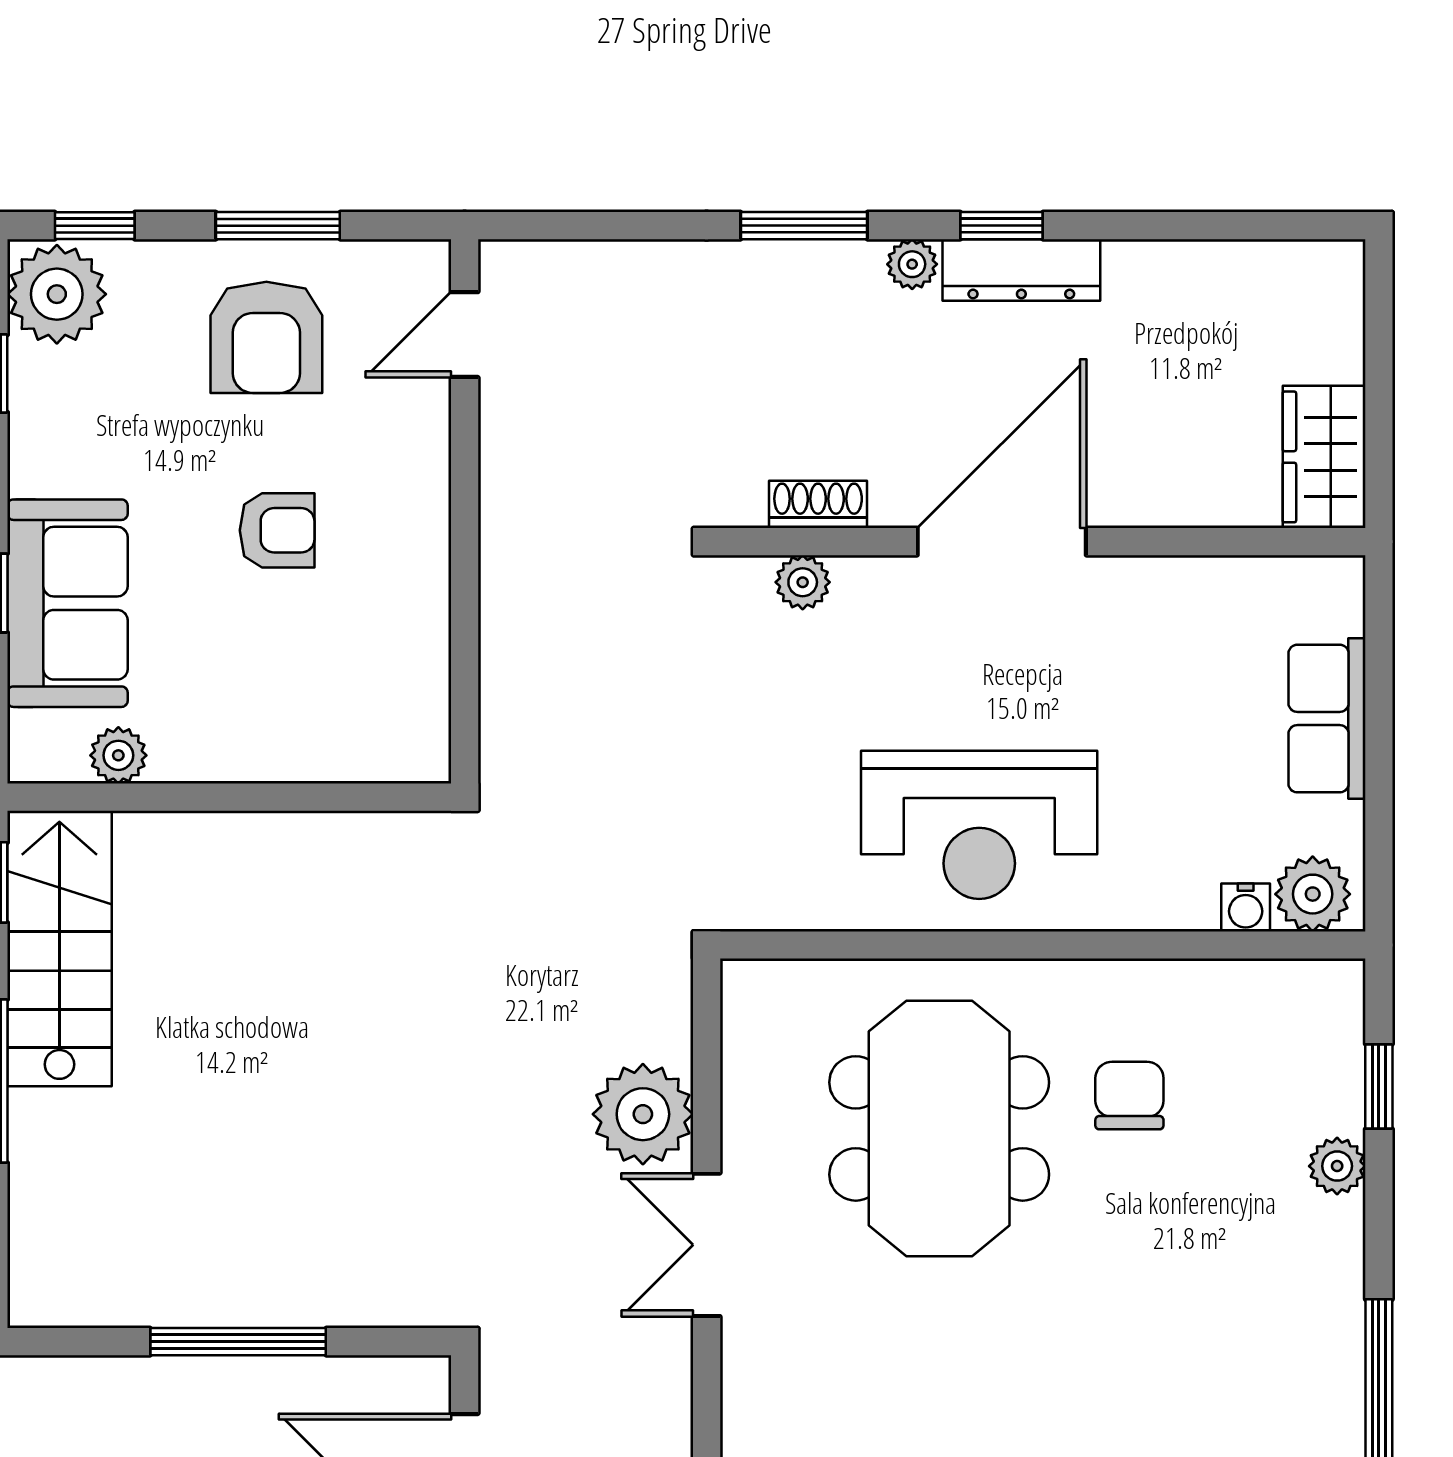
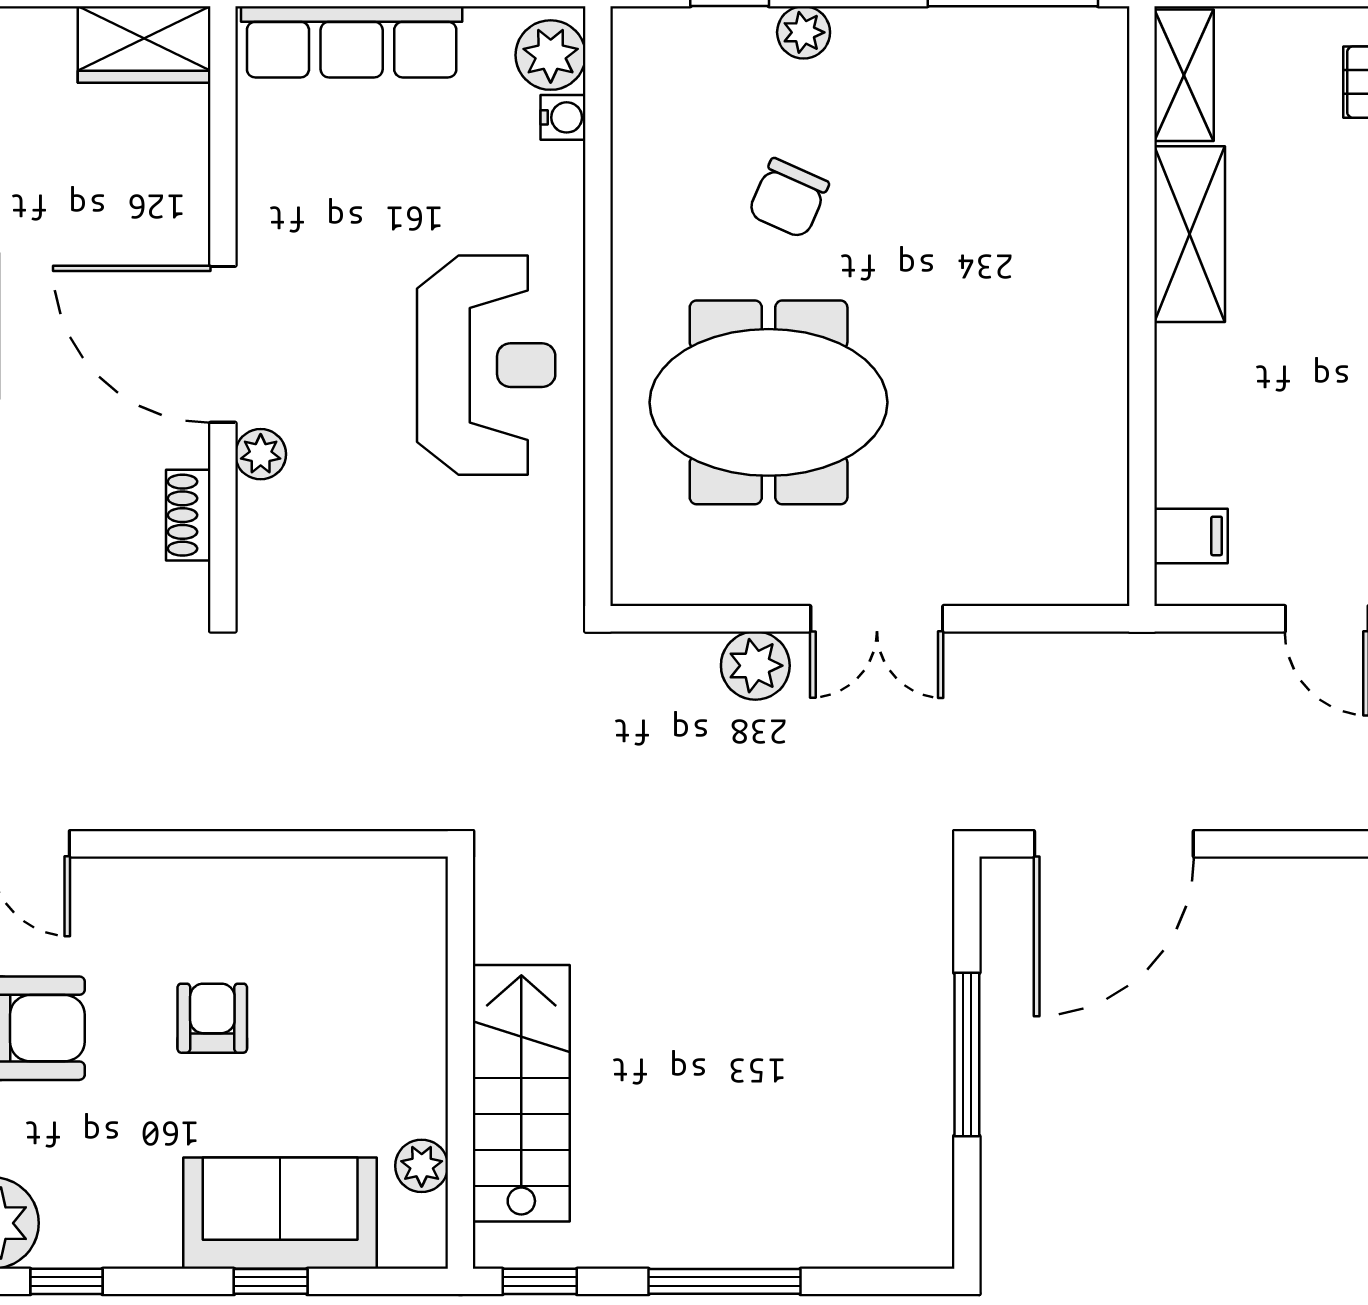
plant: (803, 582) -> (261, 454), moved
row of seats: (1327, 719) -> (352, 42), width x1.48
stairs: (59, 949) -> (521, 1093), moved, turned 90
chair: (1129, 1096) -> (788, 198), moved, turned -66
plant: (643, 1114) -> (755, 666), width x0.73, depth x0.73

